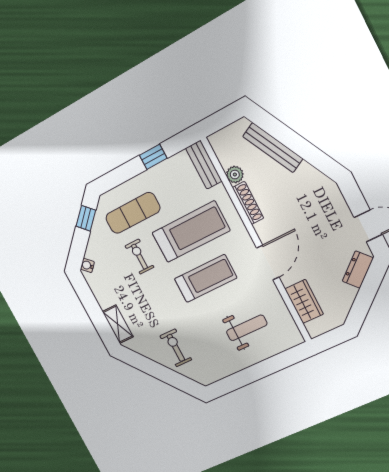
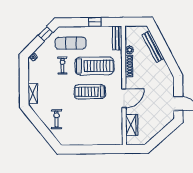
dresser: (358, 270) -> (164, 121), removed
treadmill: (206, 278) -> (90, 92), turned 180
weight bench: (247, 328) -> (98, 125), removed

